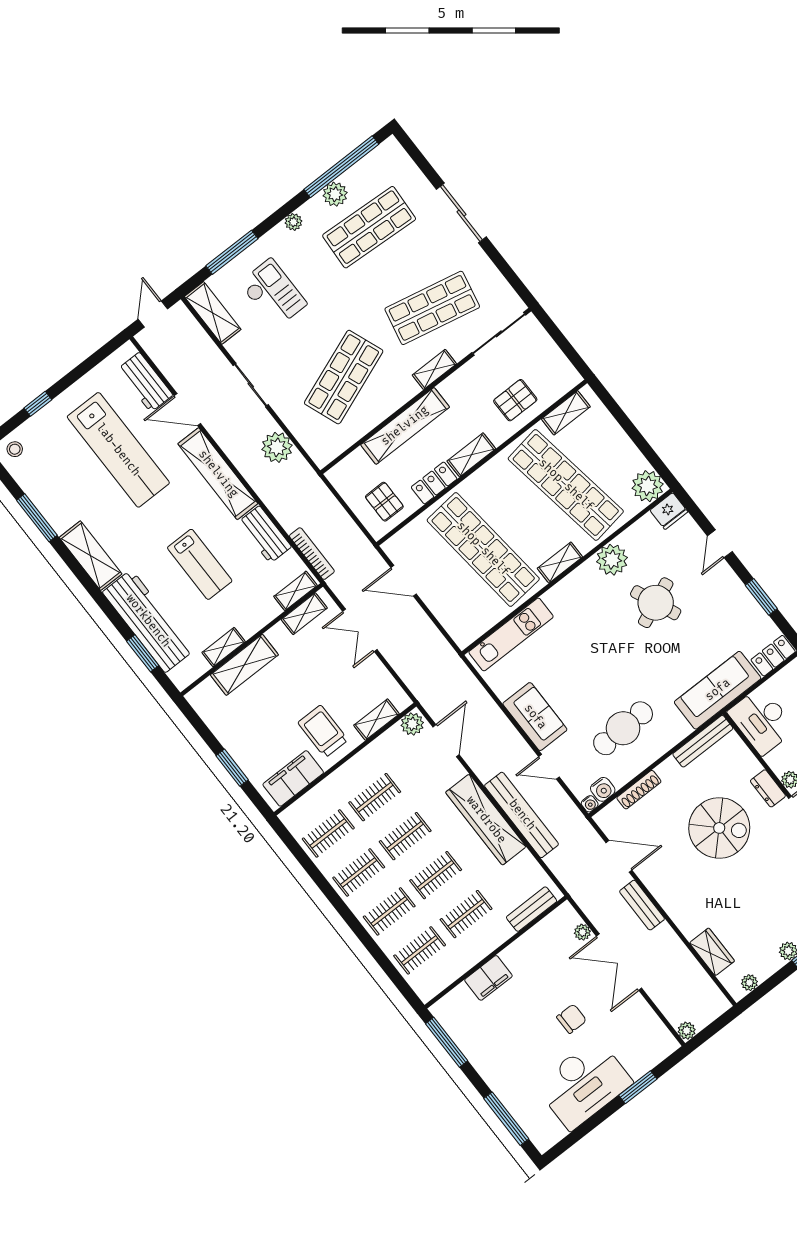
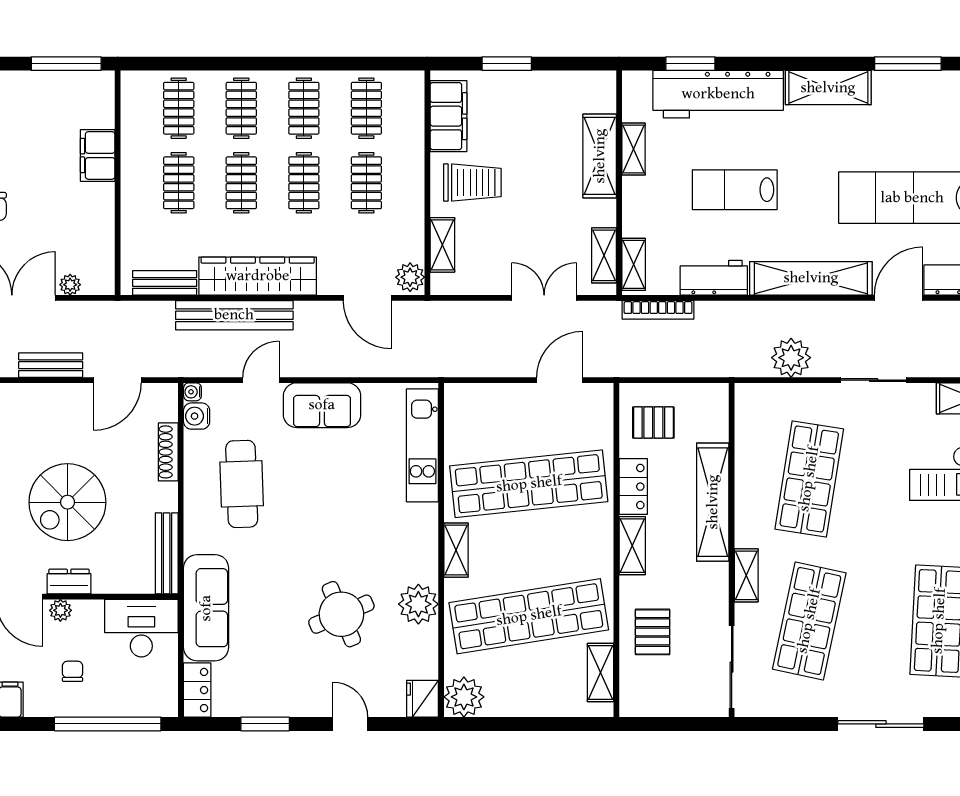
shop shelf: (344, 377) -> (809, 479), turned 30
bench: (532, 909) -> (165, 283), moved, turned 90

